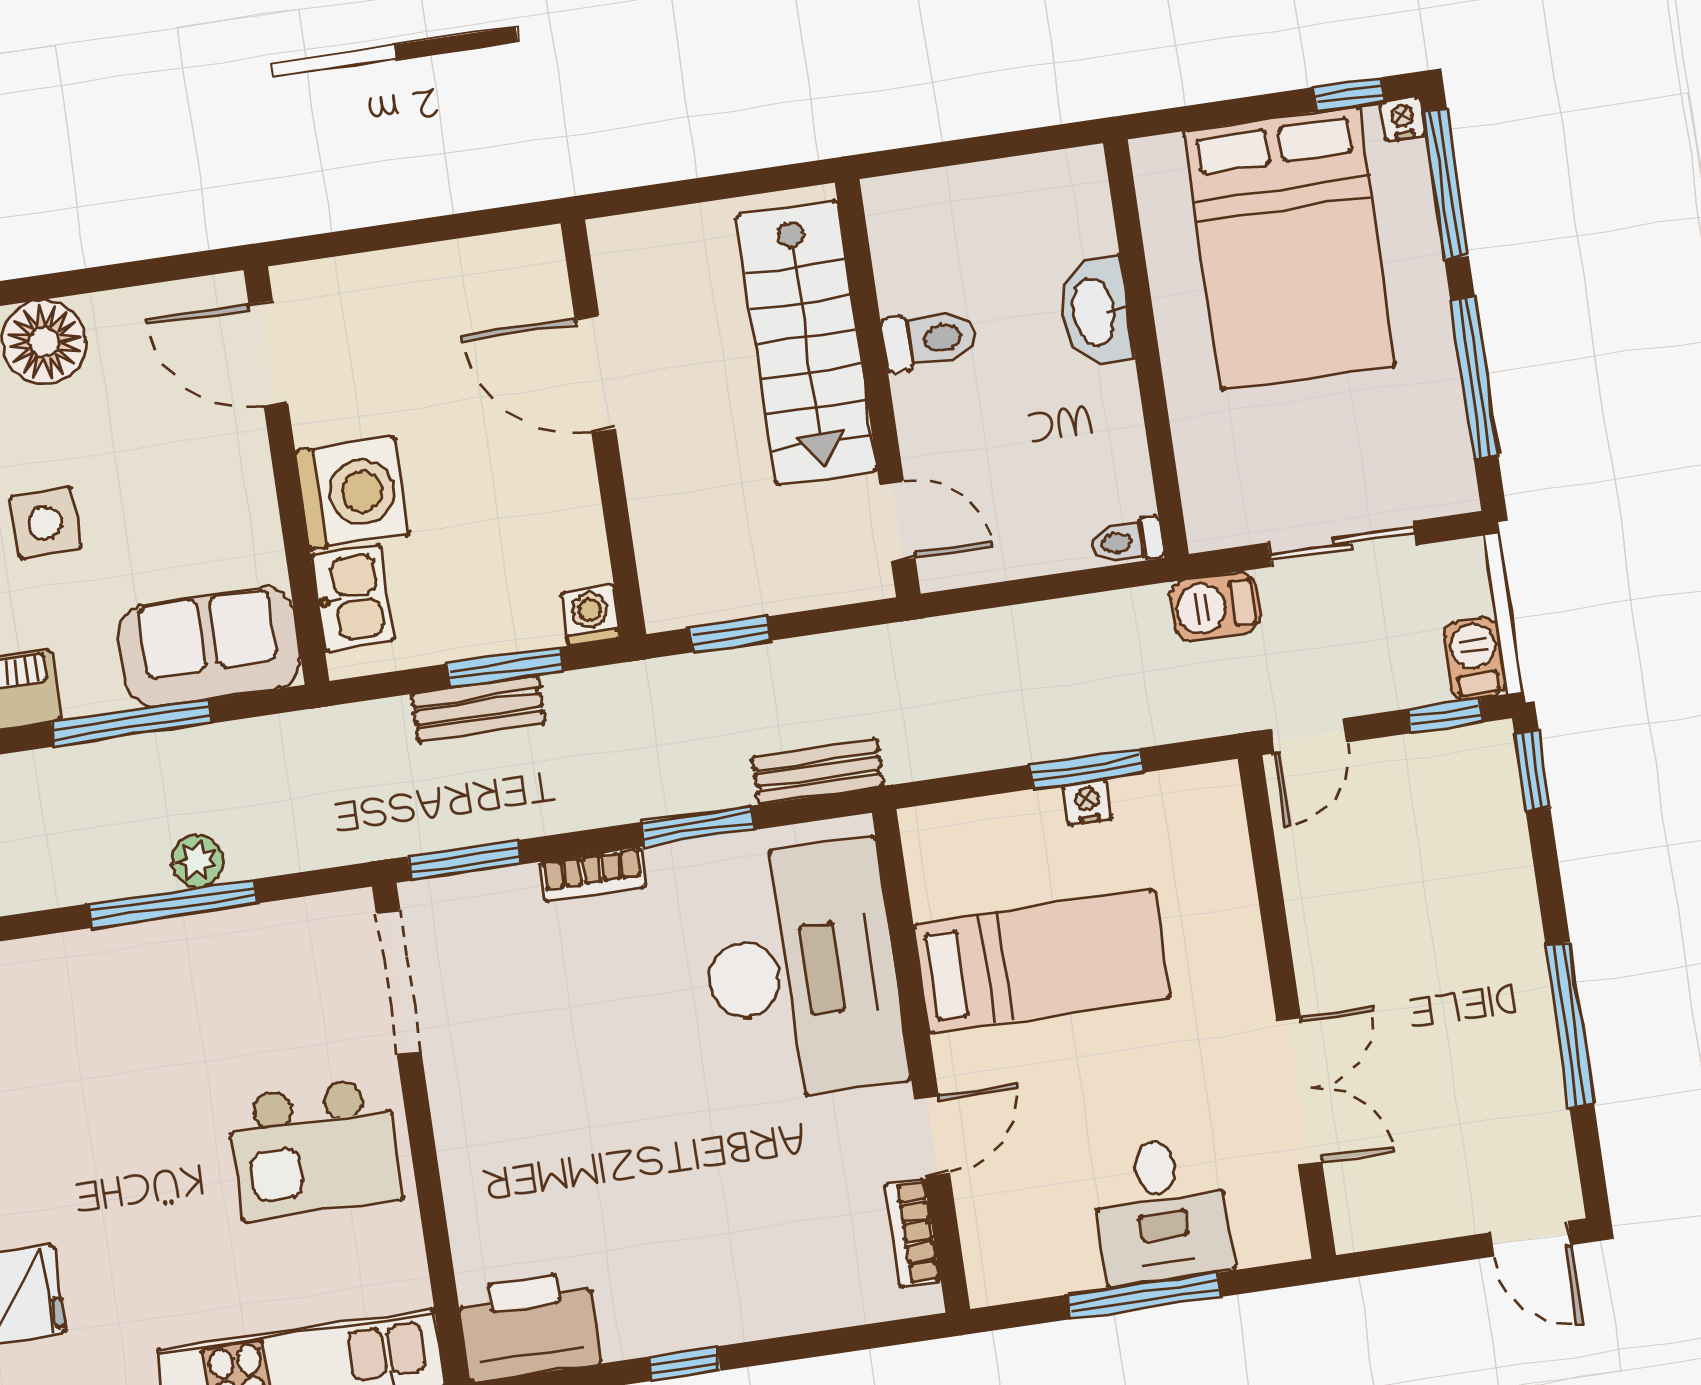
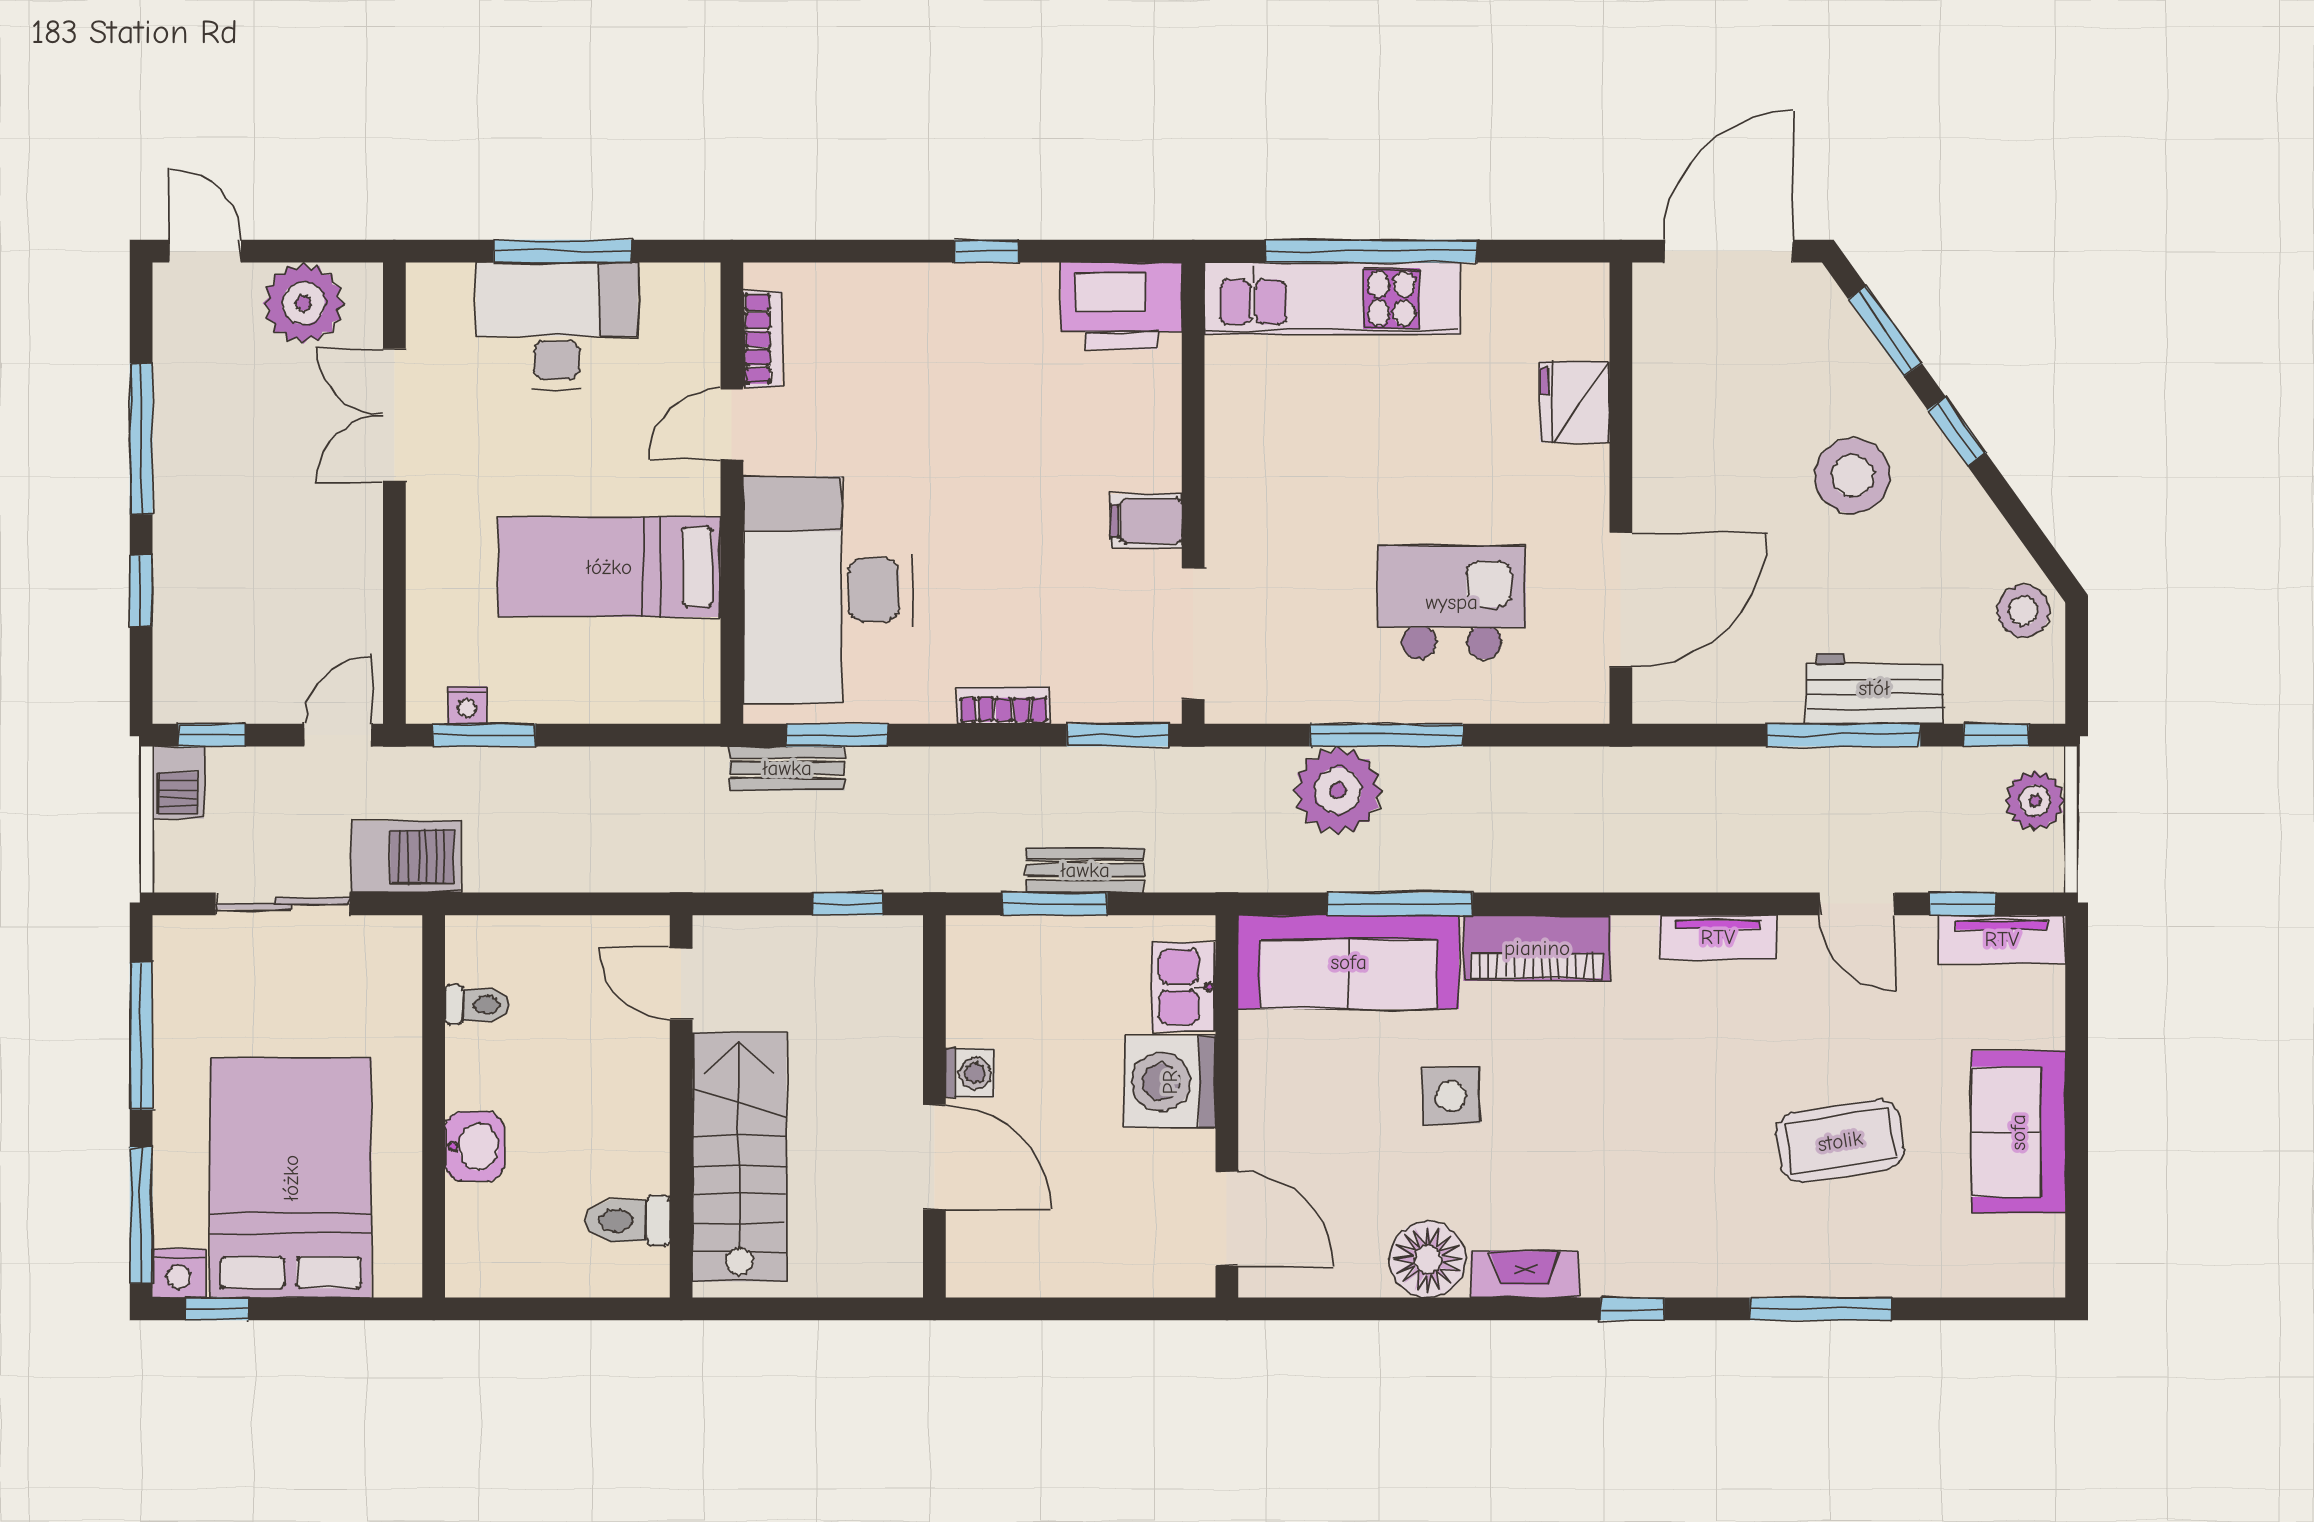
nightstand: (1403, 119) -> (179, 1273), width x1.39, depth x1.35
washbasin: (1095, 311) -> (475, 1147), width x0.72
toilet: (930, 340) -> (628, 1221), moved
toilet: (1126, 541) -> (477, 1005), moved
barbecue: (1215, 606) -> (406, 857), width x1.38, depth x1.27
washing machine: (591, 615) -> (970, 1073), moved, turned -90
sofa: (209, 647) -> (1349, 962), width x1.36
window: (1087, 769) -> (484, 735), moved
window: (1532, 770) -> (141, 591), moved
nightstand: (1088, 802) -> (467, 705), moved
window: (698, 826) -> (837, 735), moved
plant: (197, 861) -> (1338, 791), width x1.87, depth x1.87
filing cabinet: (468, 1097) -> (1146, 521), added
kitchen island: (314, 1149) -> (1452, 602), moved
plant: (1416, 1198) -> (303, 303), added
desk: (1161, 1211) -> (557, 326), width x1.37

